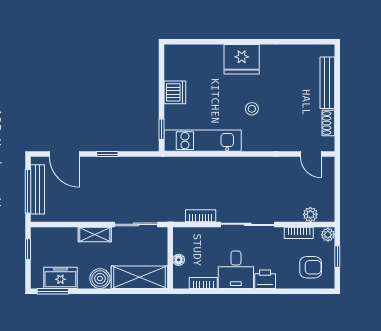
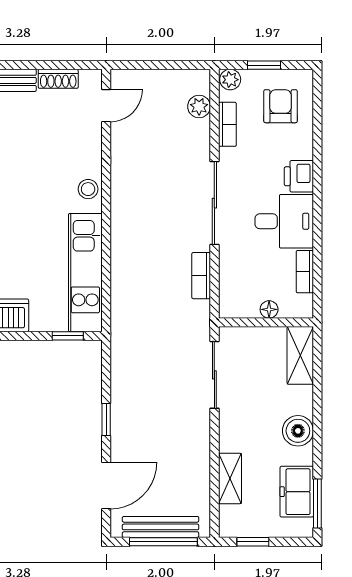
stool: (252, 109) -> (88, 189), moved
shelving: (95, 234) -> (230, 478), moved
shelving: (139, 277) -> (300, 355), width x0.67, depth x0.75

